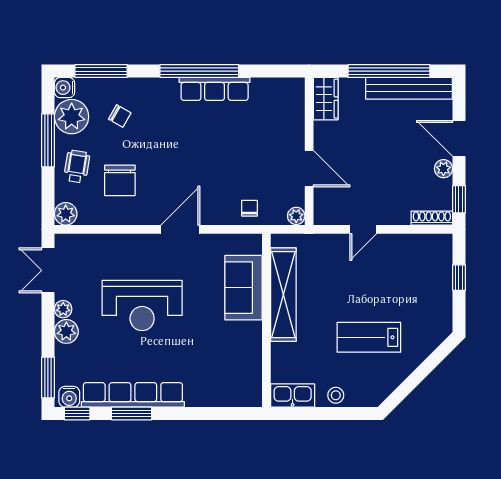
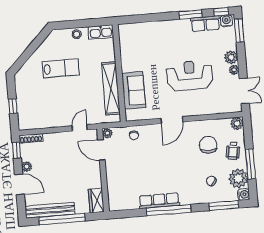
door: (309, 169) -> (101, 150), moved
door: (363, 229) -> (80, 128), moved
row of seats: (133, 395) -> (205, 24), width x0.50

